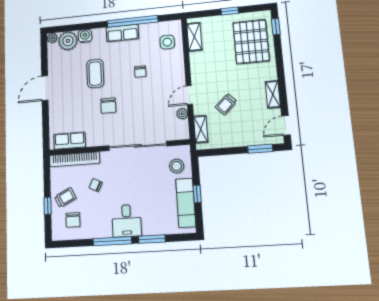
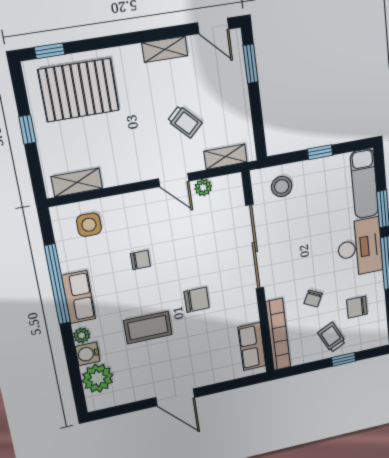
plant: (52, 38) -> (82, 335), moved
exam couch: (186, 203) -> (364, 184), moved, turned 90
chair: (73, 220) -> (357, 307), moved, turned 180
desk: (127, 221) -> (360, 247), width x1.37

